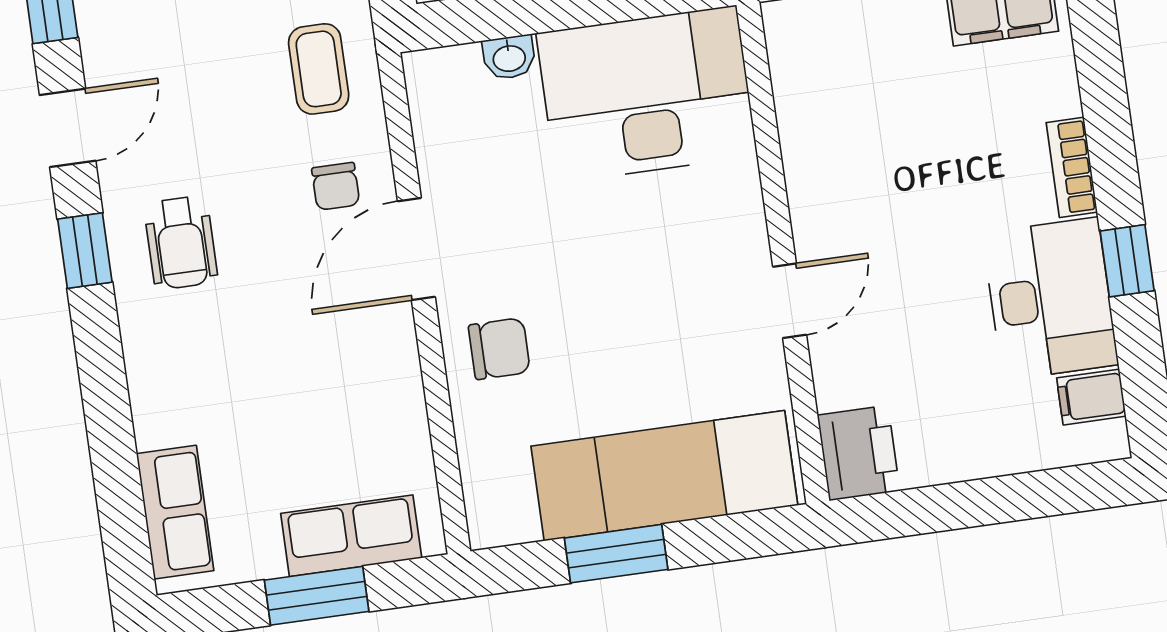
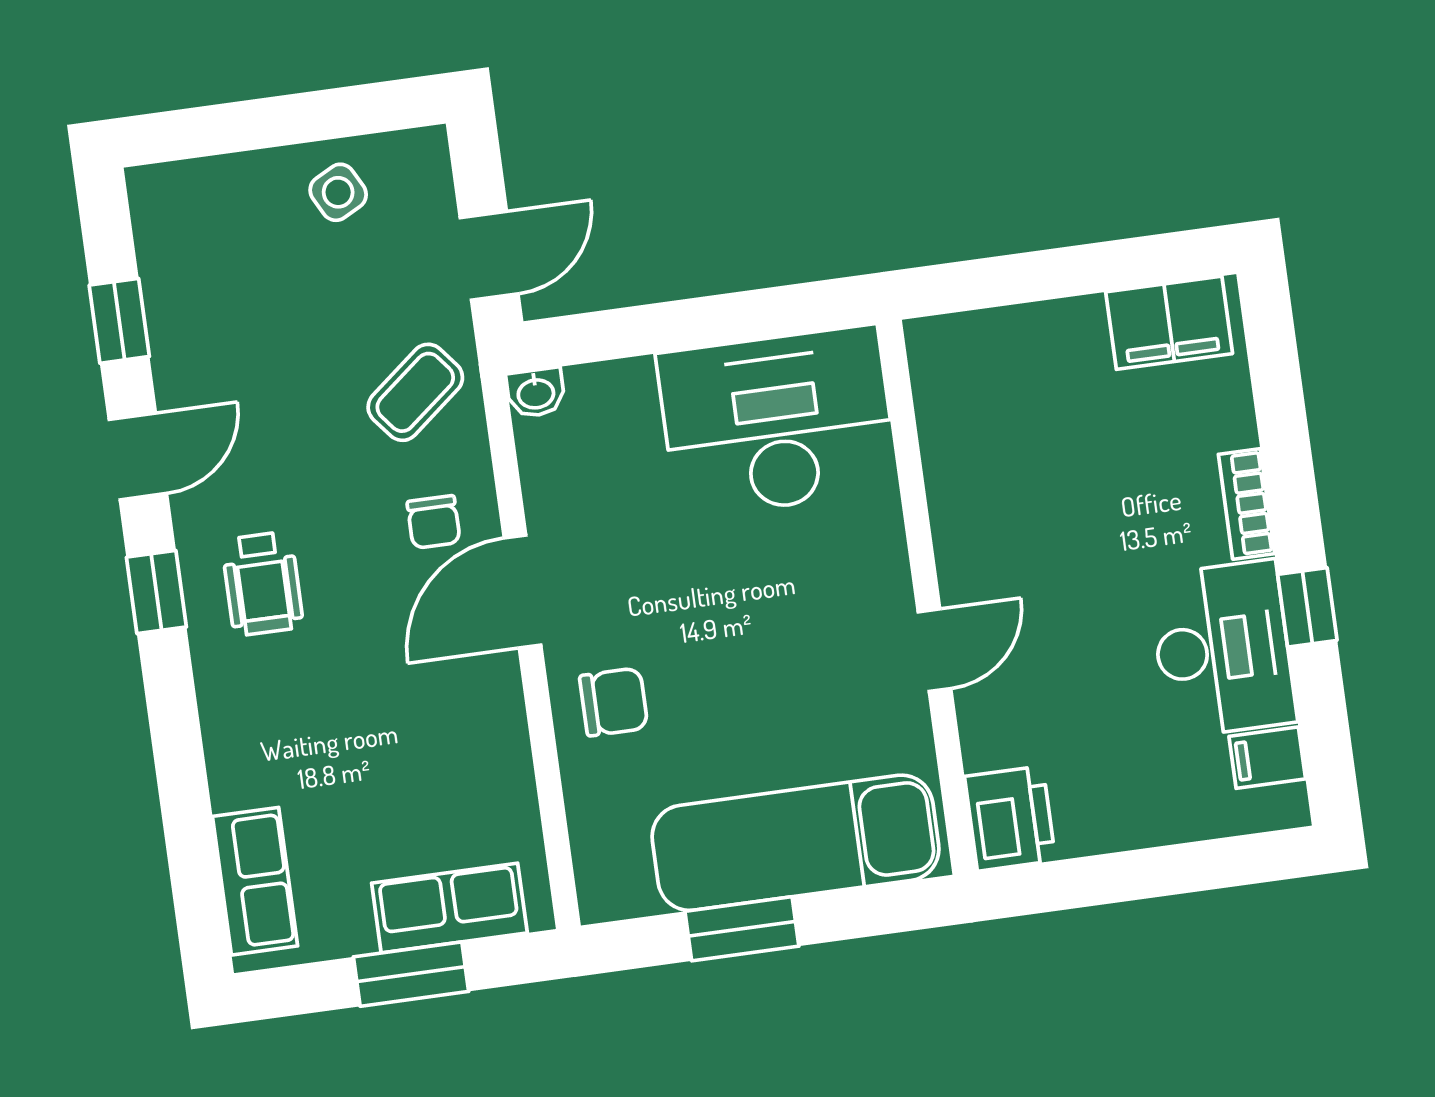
washbasin: (509, 57) -> (536, 393), moved
coffee table: (319, 69) -> (415, 392), turned 51

